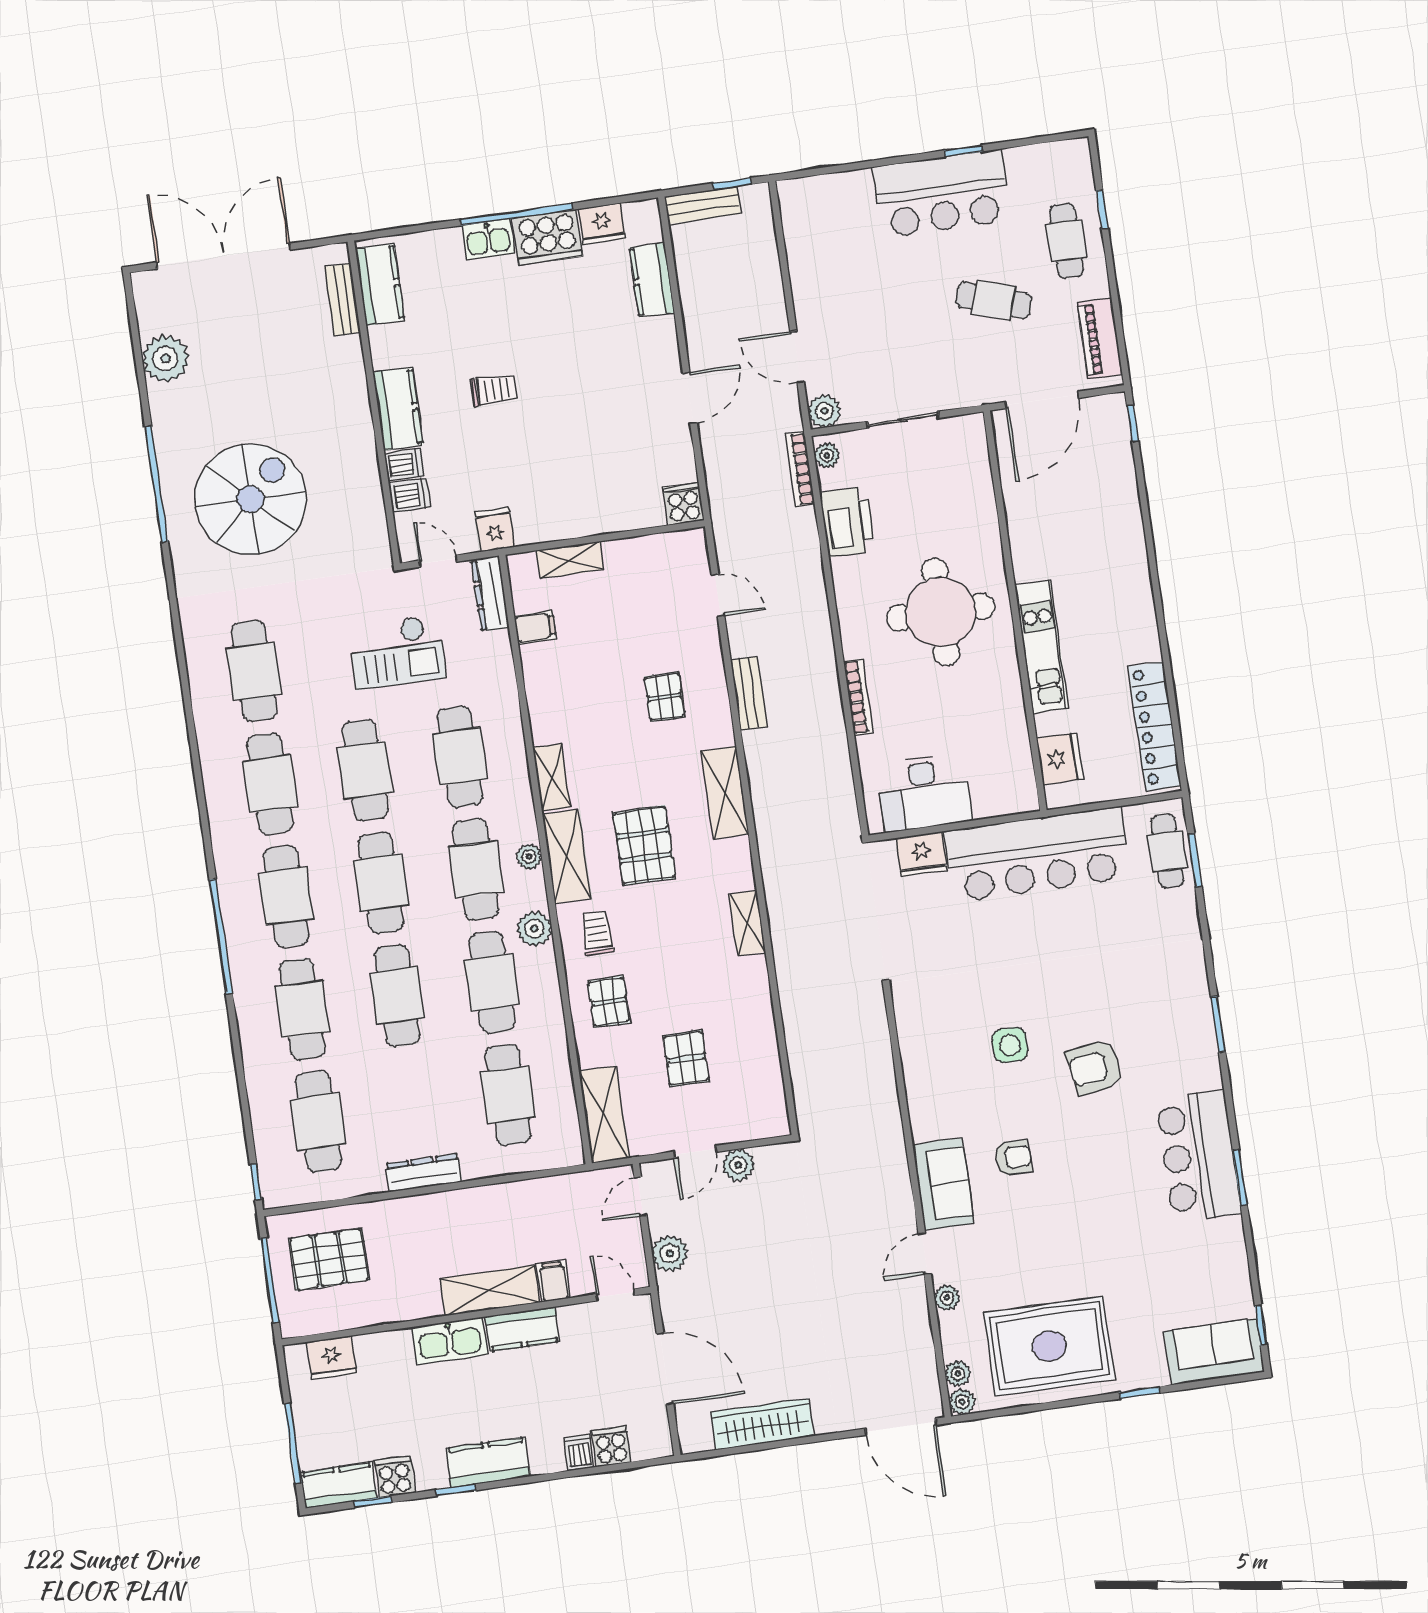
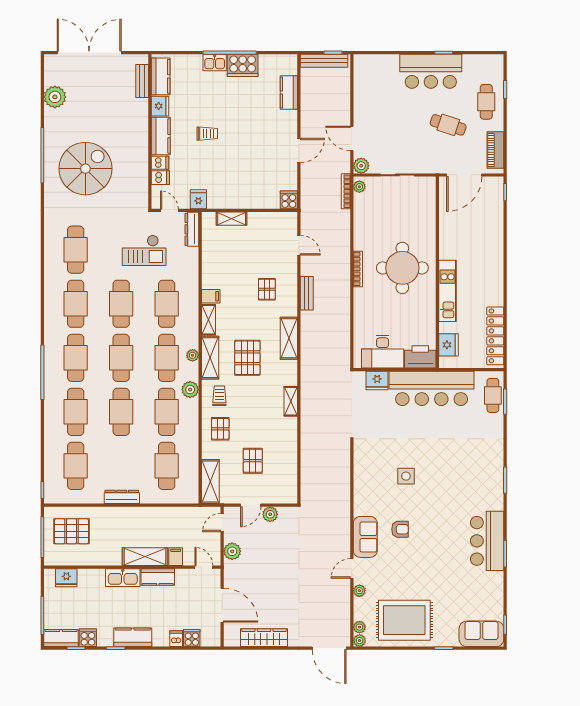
bench: (702, 205) -> (324, 61), width x1.36
fridge: (602, 224) -> (160, 106), moved, turned -90
printer: (847, 522) -> (420, 357), moved, turned -90
filing cabinet: (535, 627) -> (211, 296), moved
bookcase: (858, 697) -> (358, 269), moved
armchair: (1095, 1067) -> (444, 492), removed

